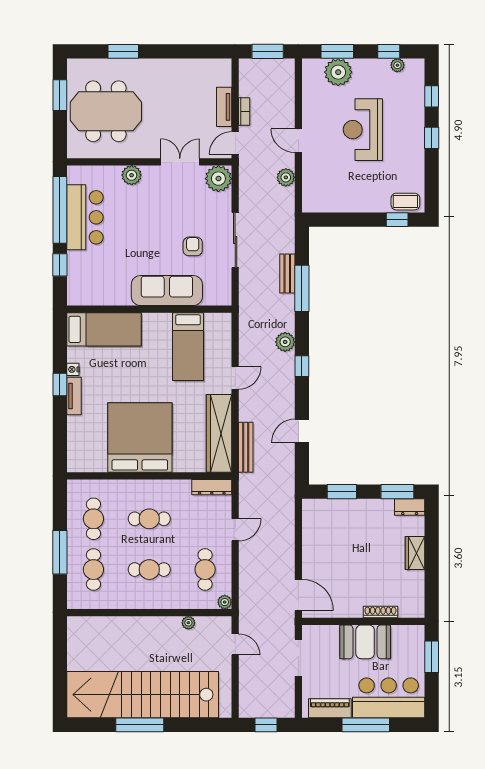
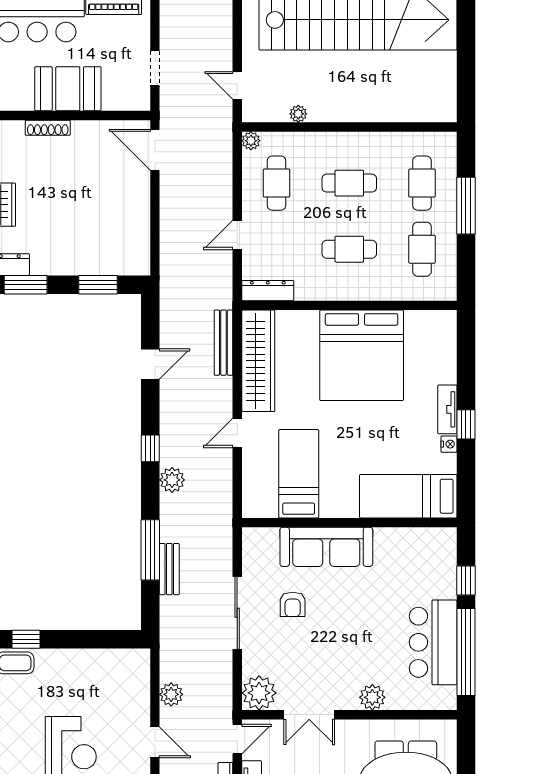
doorway: (298, 658) -> (155, 68), width x0.73

